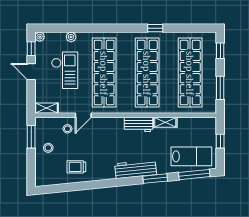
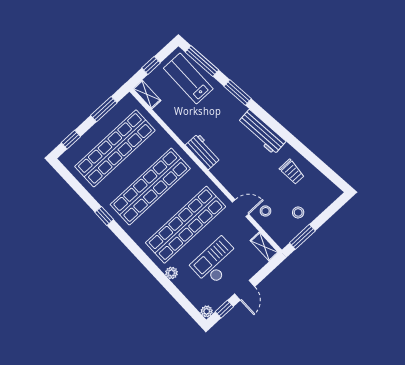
plant: (71, 37) -> (171, 273), moved
shelving: (165, 122) -> (147, 94), moved
workbench: (136, 169) -> (262, 132), moved

